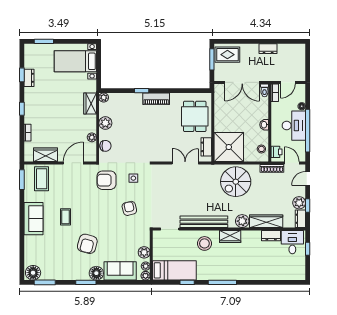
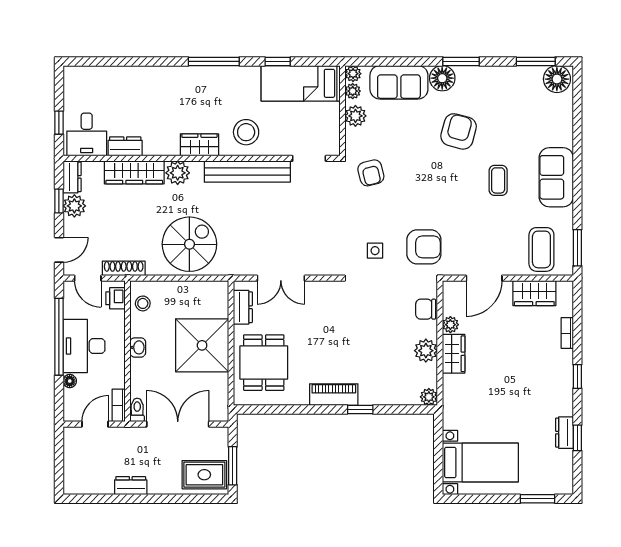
wardrobe: (90, 103) -> (454, 354), moved
shower: (229, 147) -> (202, 345), moved
armchair: (129, 208) -> (371, 173), moved

